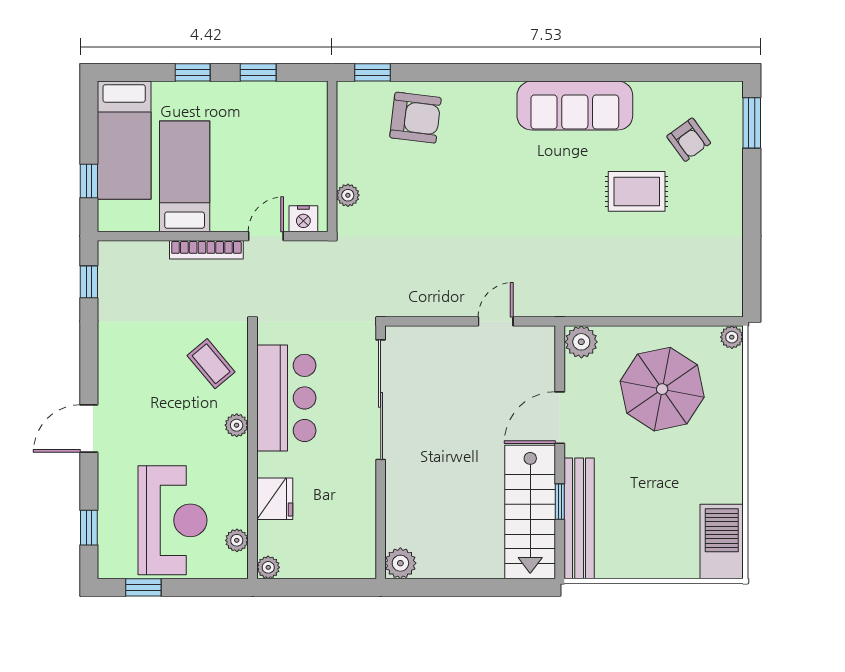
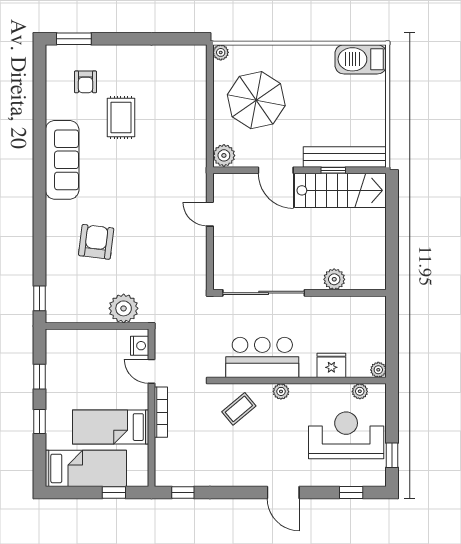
armchair: (415, 118) -> (96, 242), moved
armchair: (689, 140) -> (85, 82), turned 126
plant: (348, 195) -> (124, 308), width x1.88, depth x1.88
plant: (400, 563) -> (334, 279), moved

